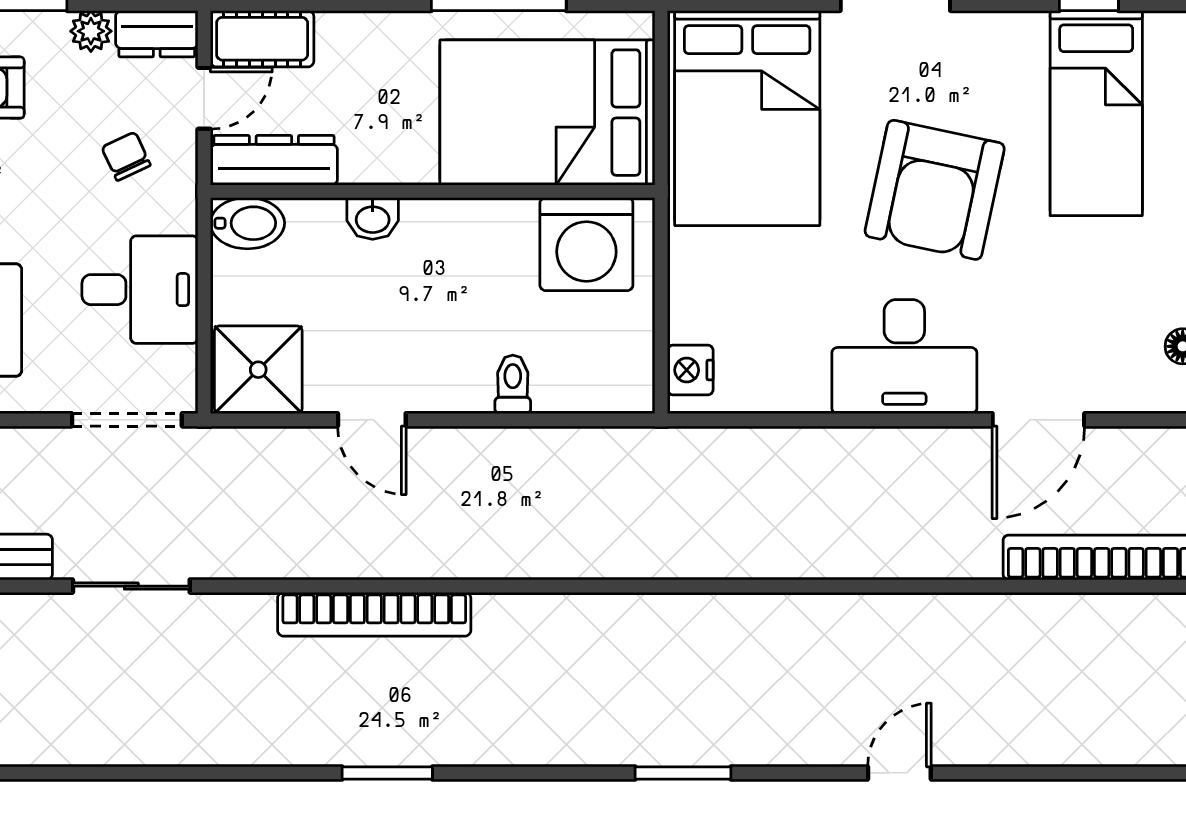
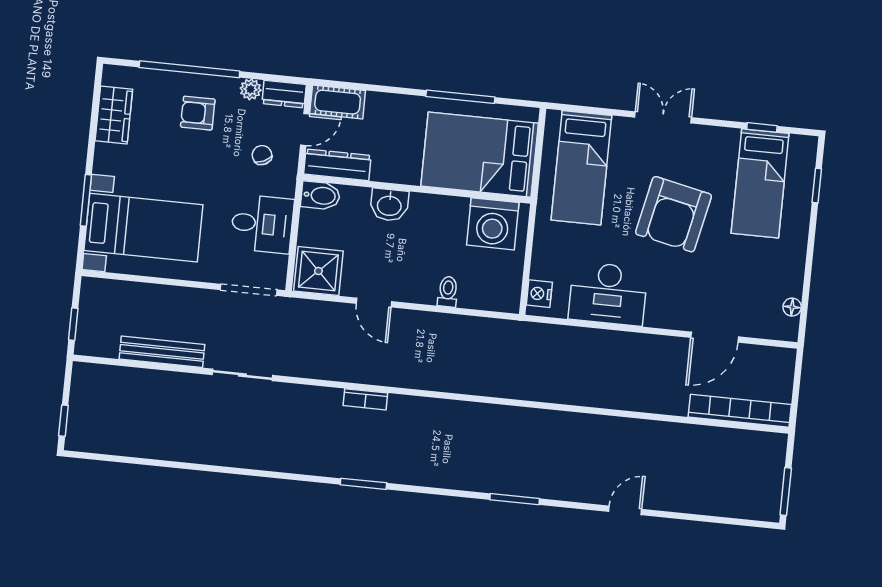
bed: (747, 118) -> (581, 168), width x0.67
washbasin: (373, 218) -> (389, 205), width x1.38, depth x1.45
desk: (904, 357) -> (608, 294), moved
bookcase: (374, 614) -> (365, 399), width x0.43, depth x0.76

